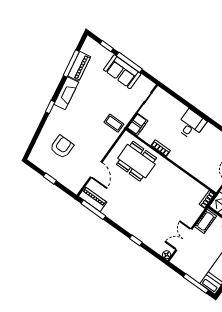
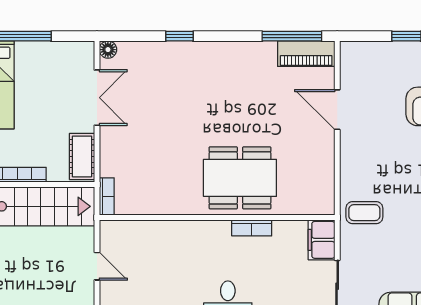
dining table: (137, 161) -> (240, 178), moved

